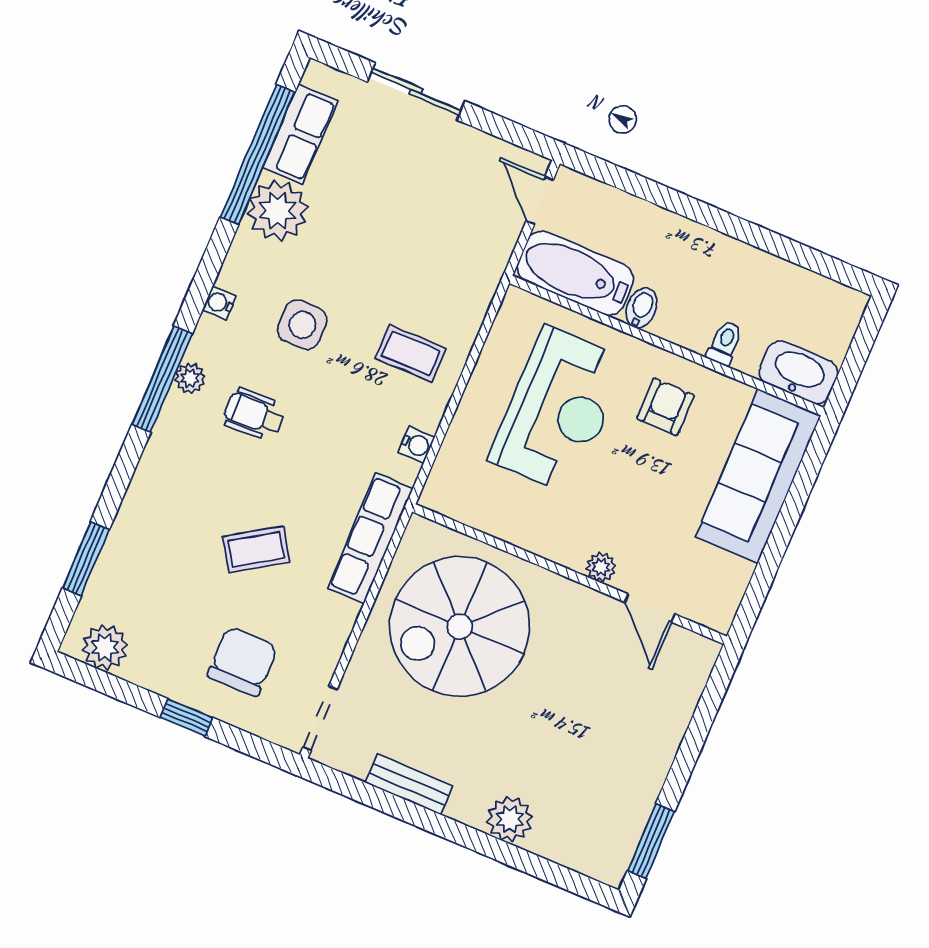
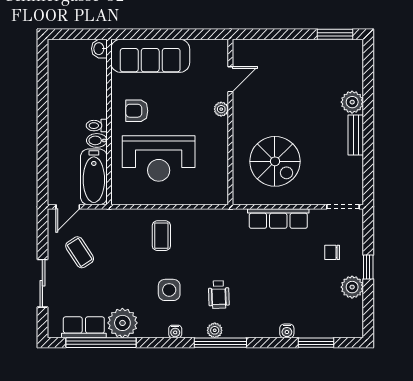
toilet: (725, 343) -> (97, 126), moved
washbasin: (799, 372) -> (99, 49), width x0.52, depth x0.69
reception desk: (558, 410) -> (159, 158), turned 180
water cooler: (416, 445) -> (287, 331), moved, turned 180
row of seats: (370, 538) -> (278, 219), moved
coffee table: (256, 550) -> (80, 252), moved
spiral stairs: (460, 627) -> (275, 161), width x0.73, depth x0.73
plant: (105, 647) -> (352, 287), moved
chair: (243, 661) -> (332, 252), width x0.54, depth x0.54
bench: (409, 784) -> (356, 135), moved

